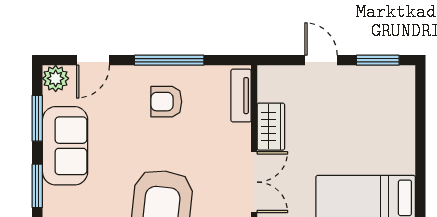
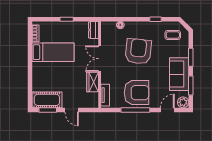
cot: (380, 84) -> (47, 100), added
armchair: (166, 102) -> (137, 93), width x1.88, depth x1.88

